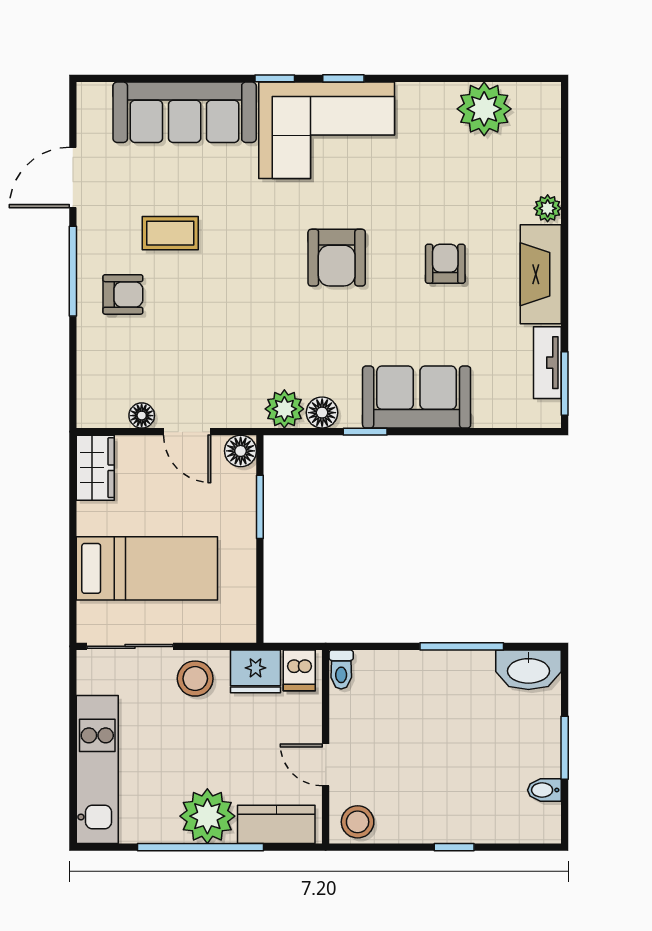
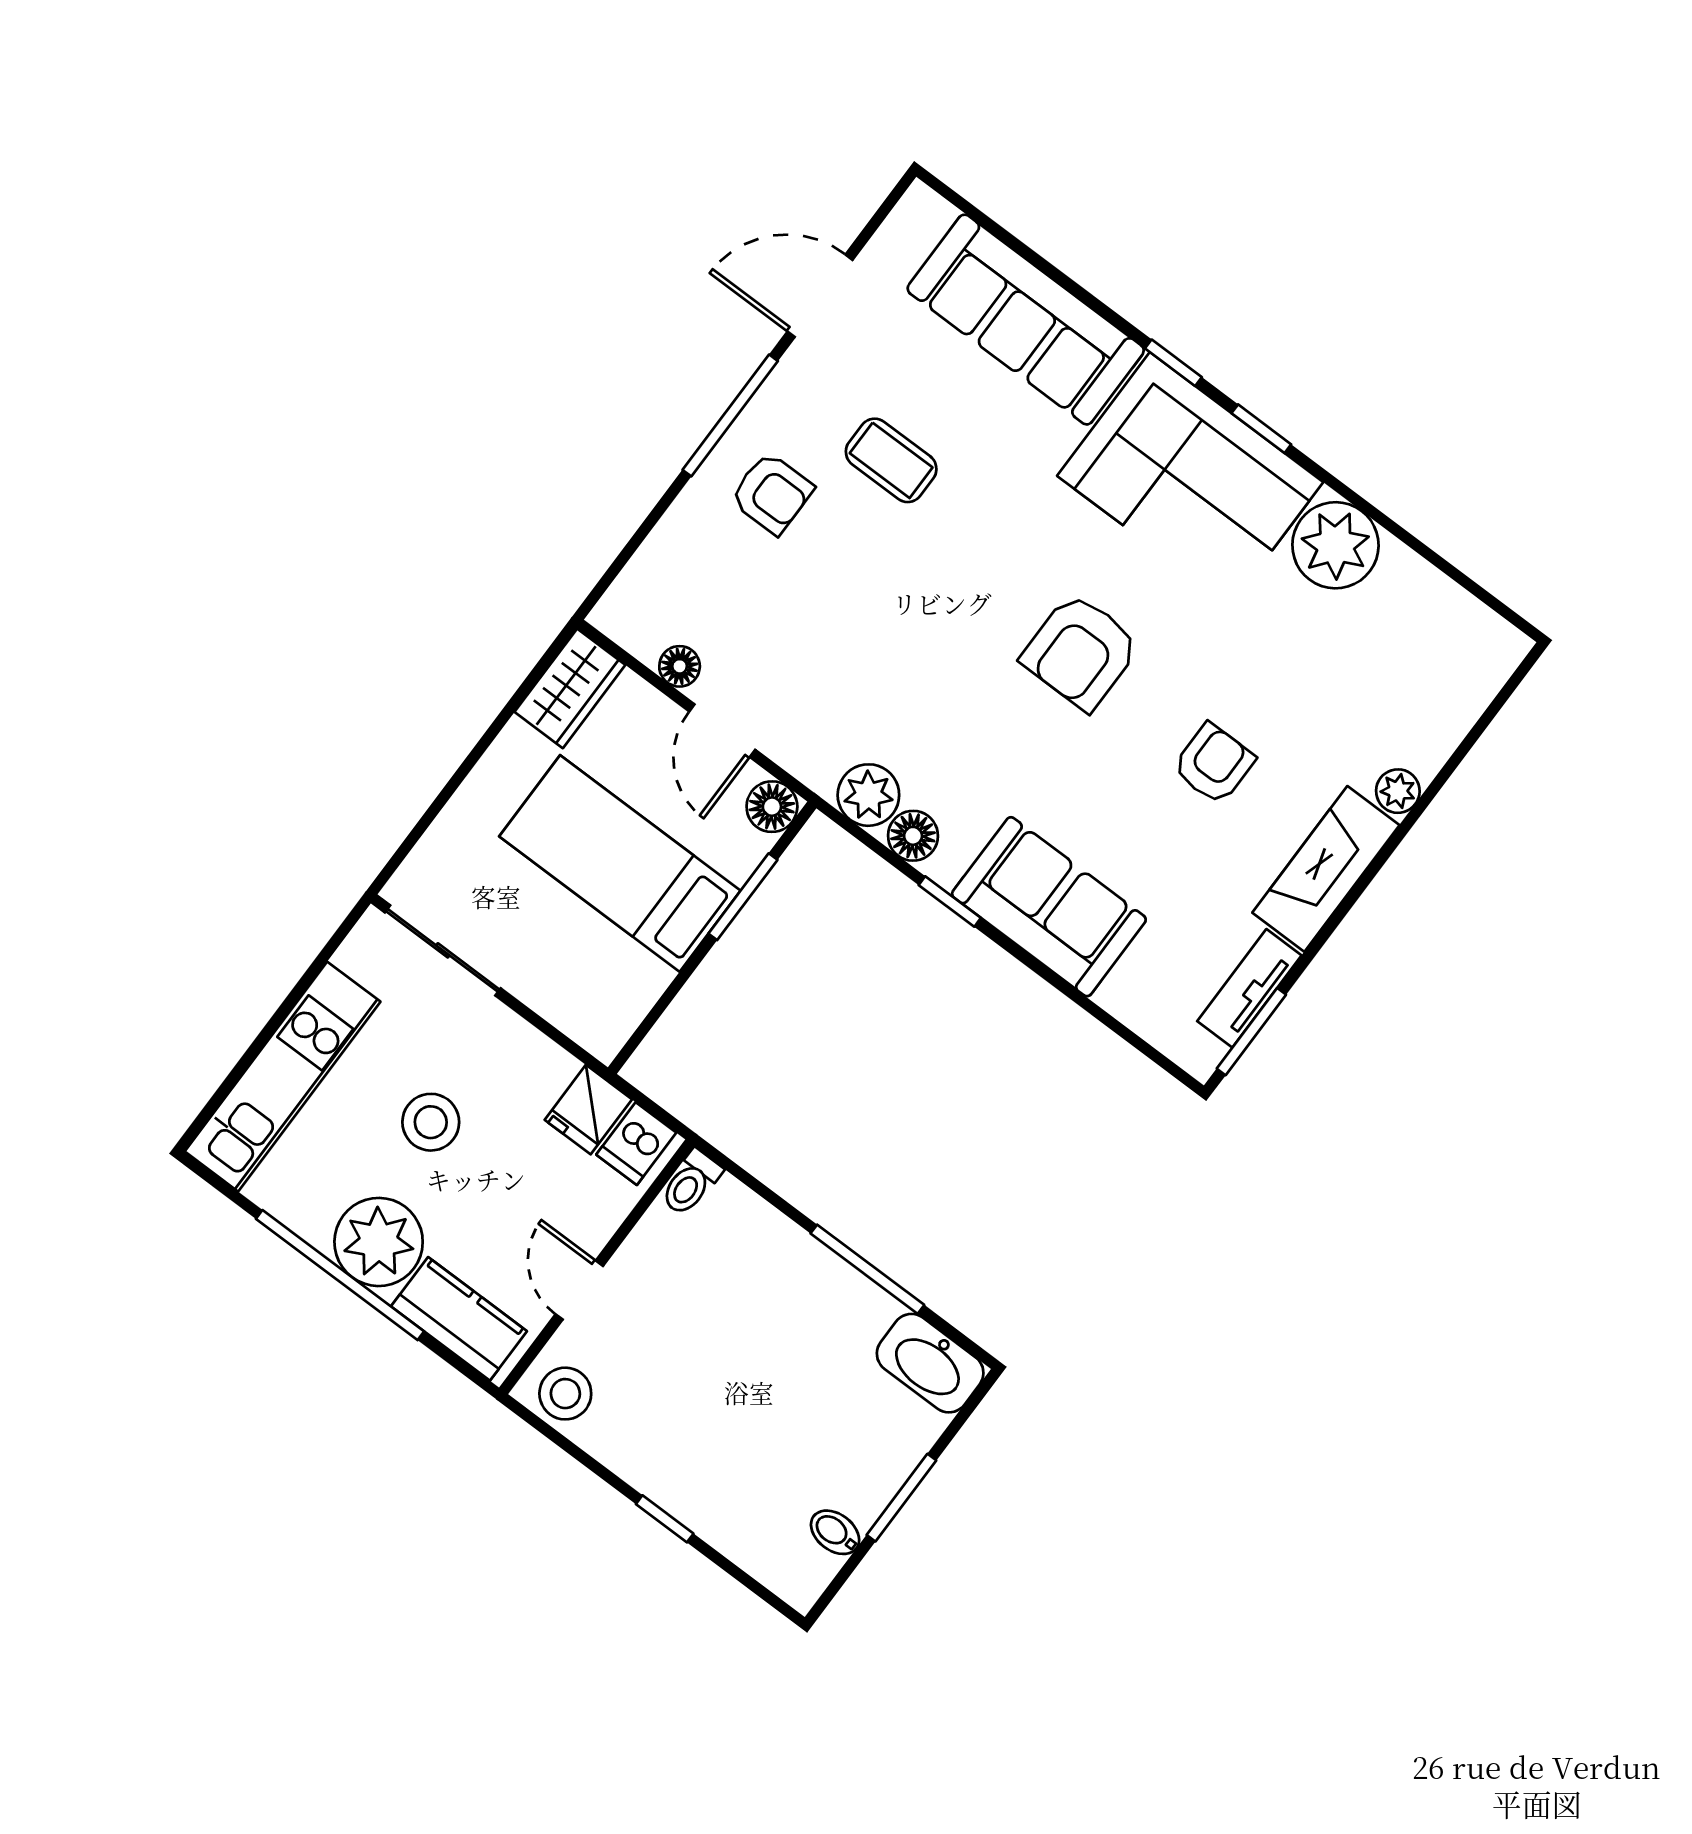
plant: (484, 109) -> (1335, 545), moved
bed: (147, 568) -> (620, 863), moved, turned 180
fridge: (256, 671) -> (588, 1110), width x0.72
stool: (195, 679) -> (431, 1122), moved

